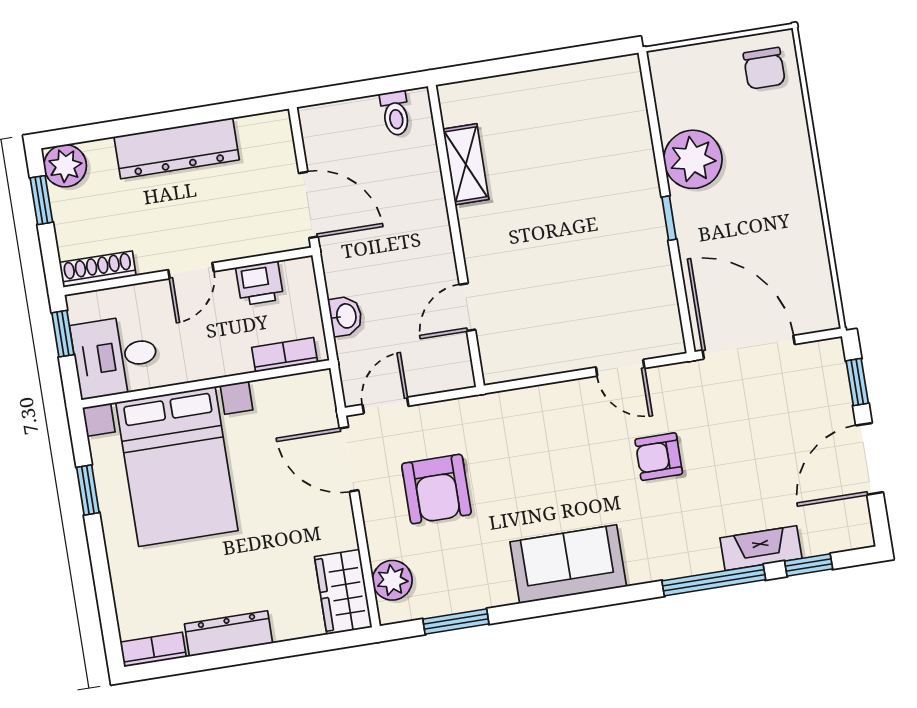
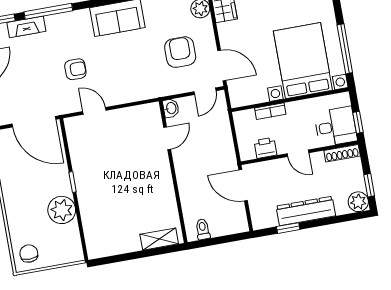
window: (214, 113) -> (288, 228), added
shelving: (466, 164) -> (159, 239), moved, turned 90
door: (191, 271) -> (298, 153), swing flipped
washbasin: (345, 316) -> (171, 108), moved, turned 180
bookcase: (285, 355) -> (270, 111), moved
desk: (115, 356) -> (336, 127), moved
window: (88, 490) -> (345, 49), width x2.17

